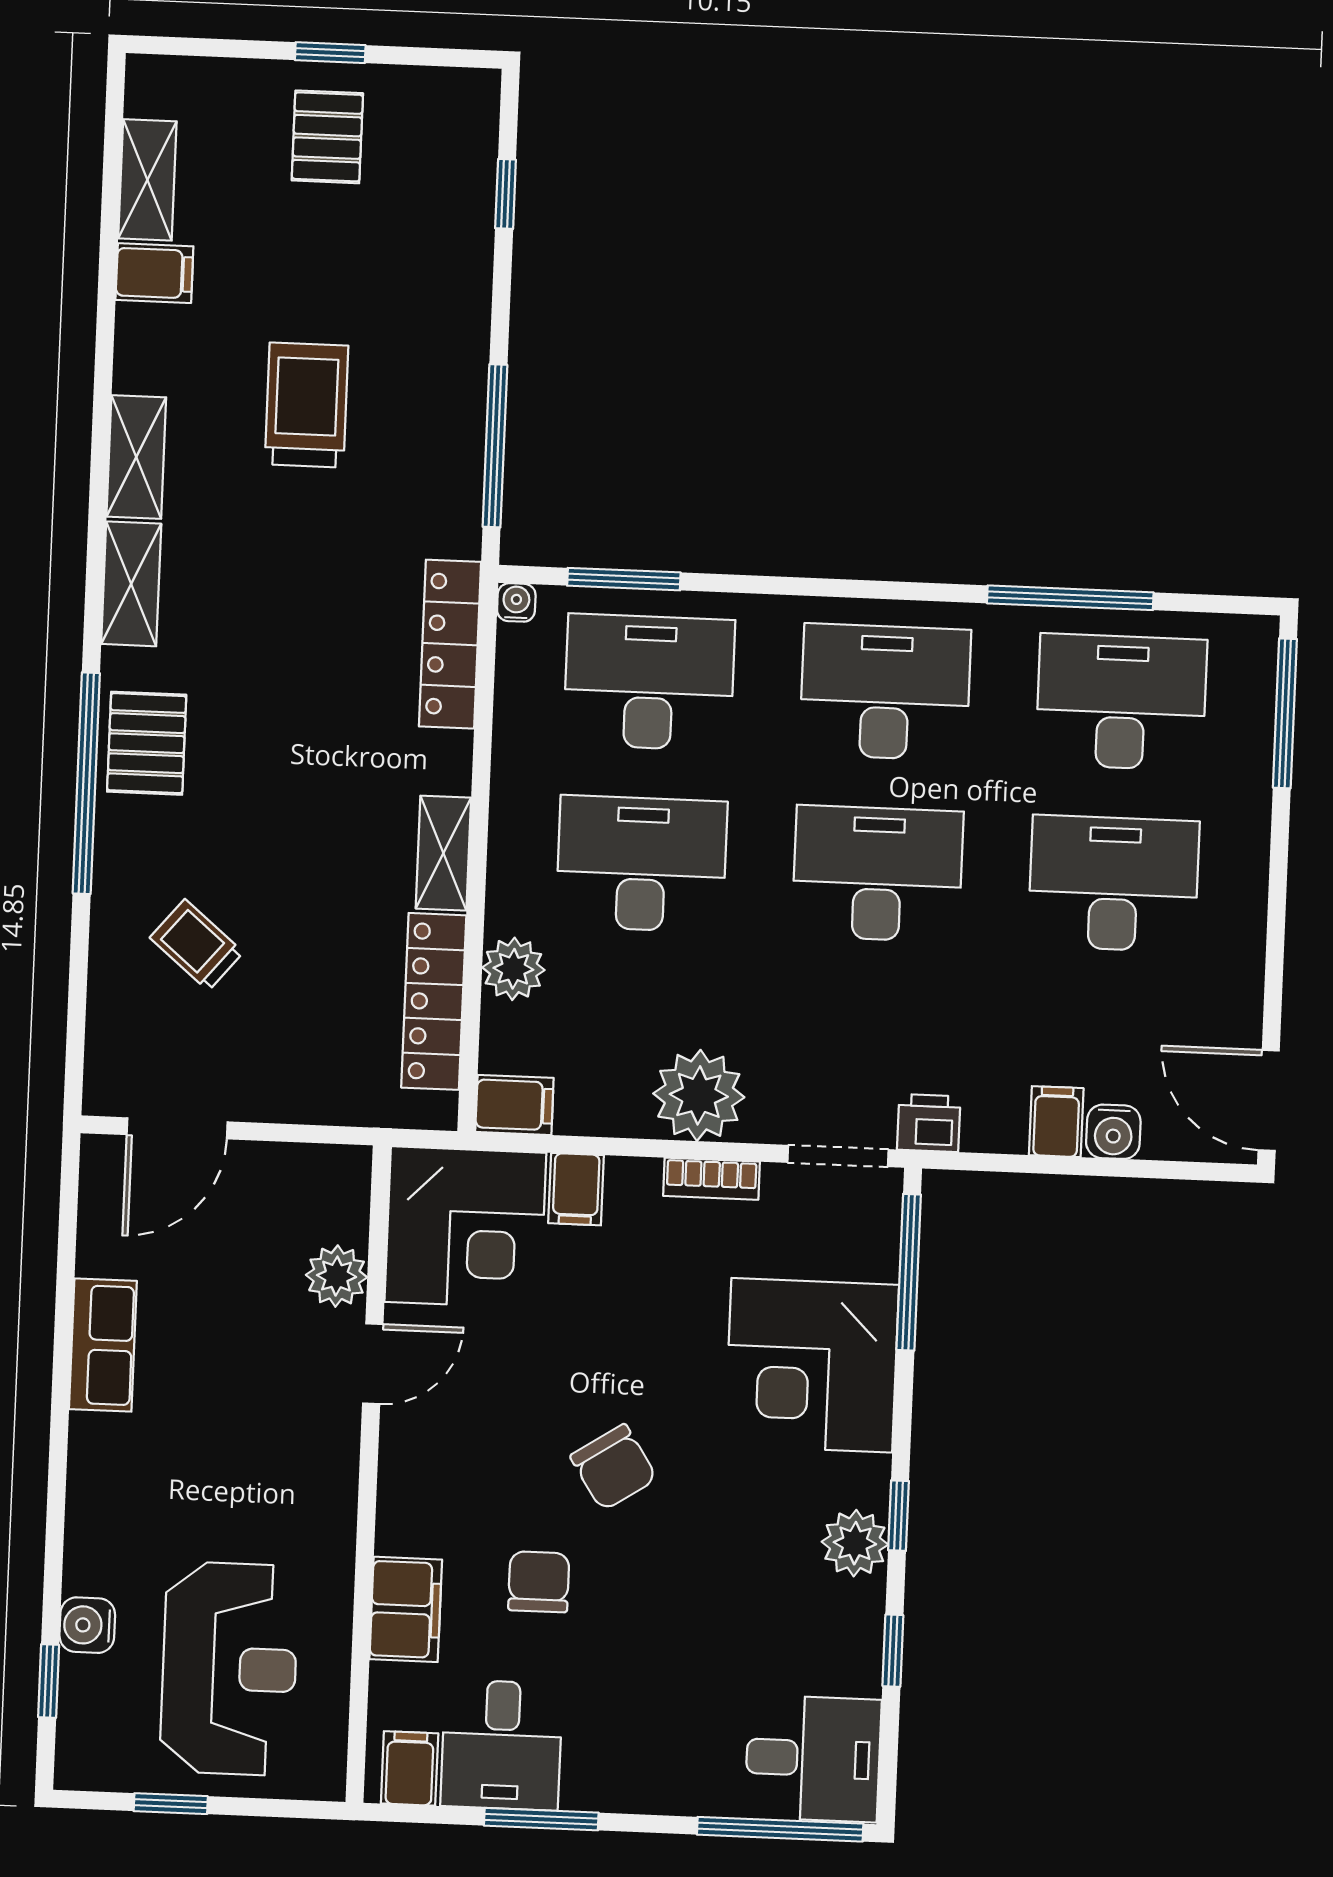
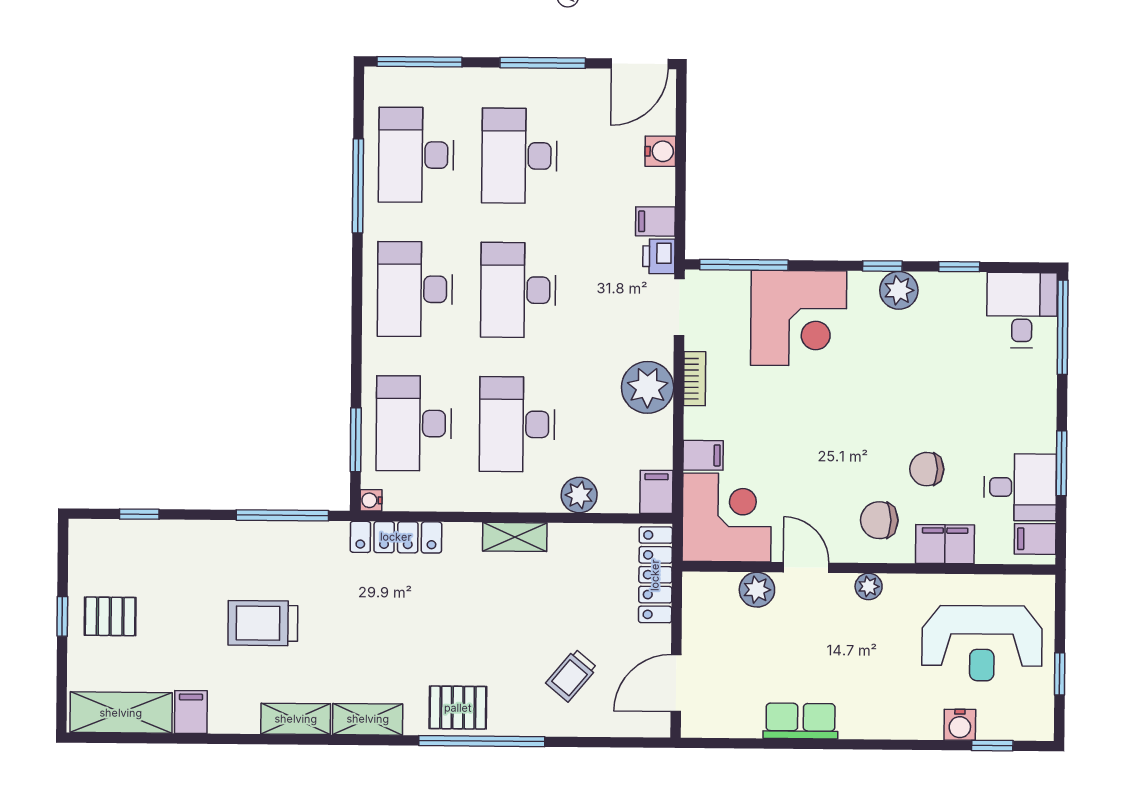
shelving: (147, 180) -> (121, 713), width x1.50, depth x1.33
window: (1276, 930) -> (543, 63), added
locker: (434, 1001) -> (655, 575), moved, turned 90
filing cabinet: (1056, 1122) -> (655, 221), moved
door: (177, 1128) -> (676, 683), swing flipped
chair: (614, 1467) -> (879, 520), moved, turned -147
plant: (336, 1473) -> (869, 586), added
reception desk: (229, 1669) -> (982, 643), turned 180

